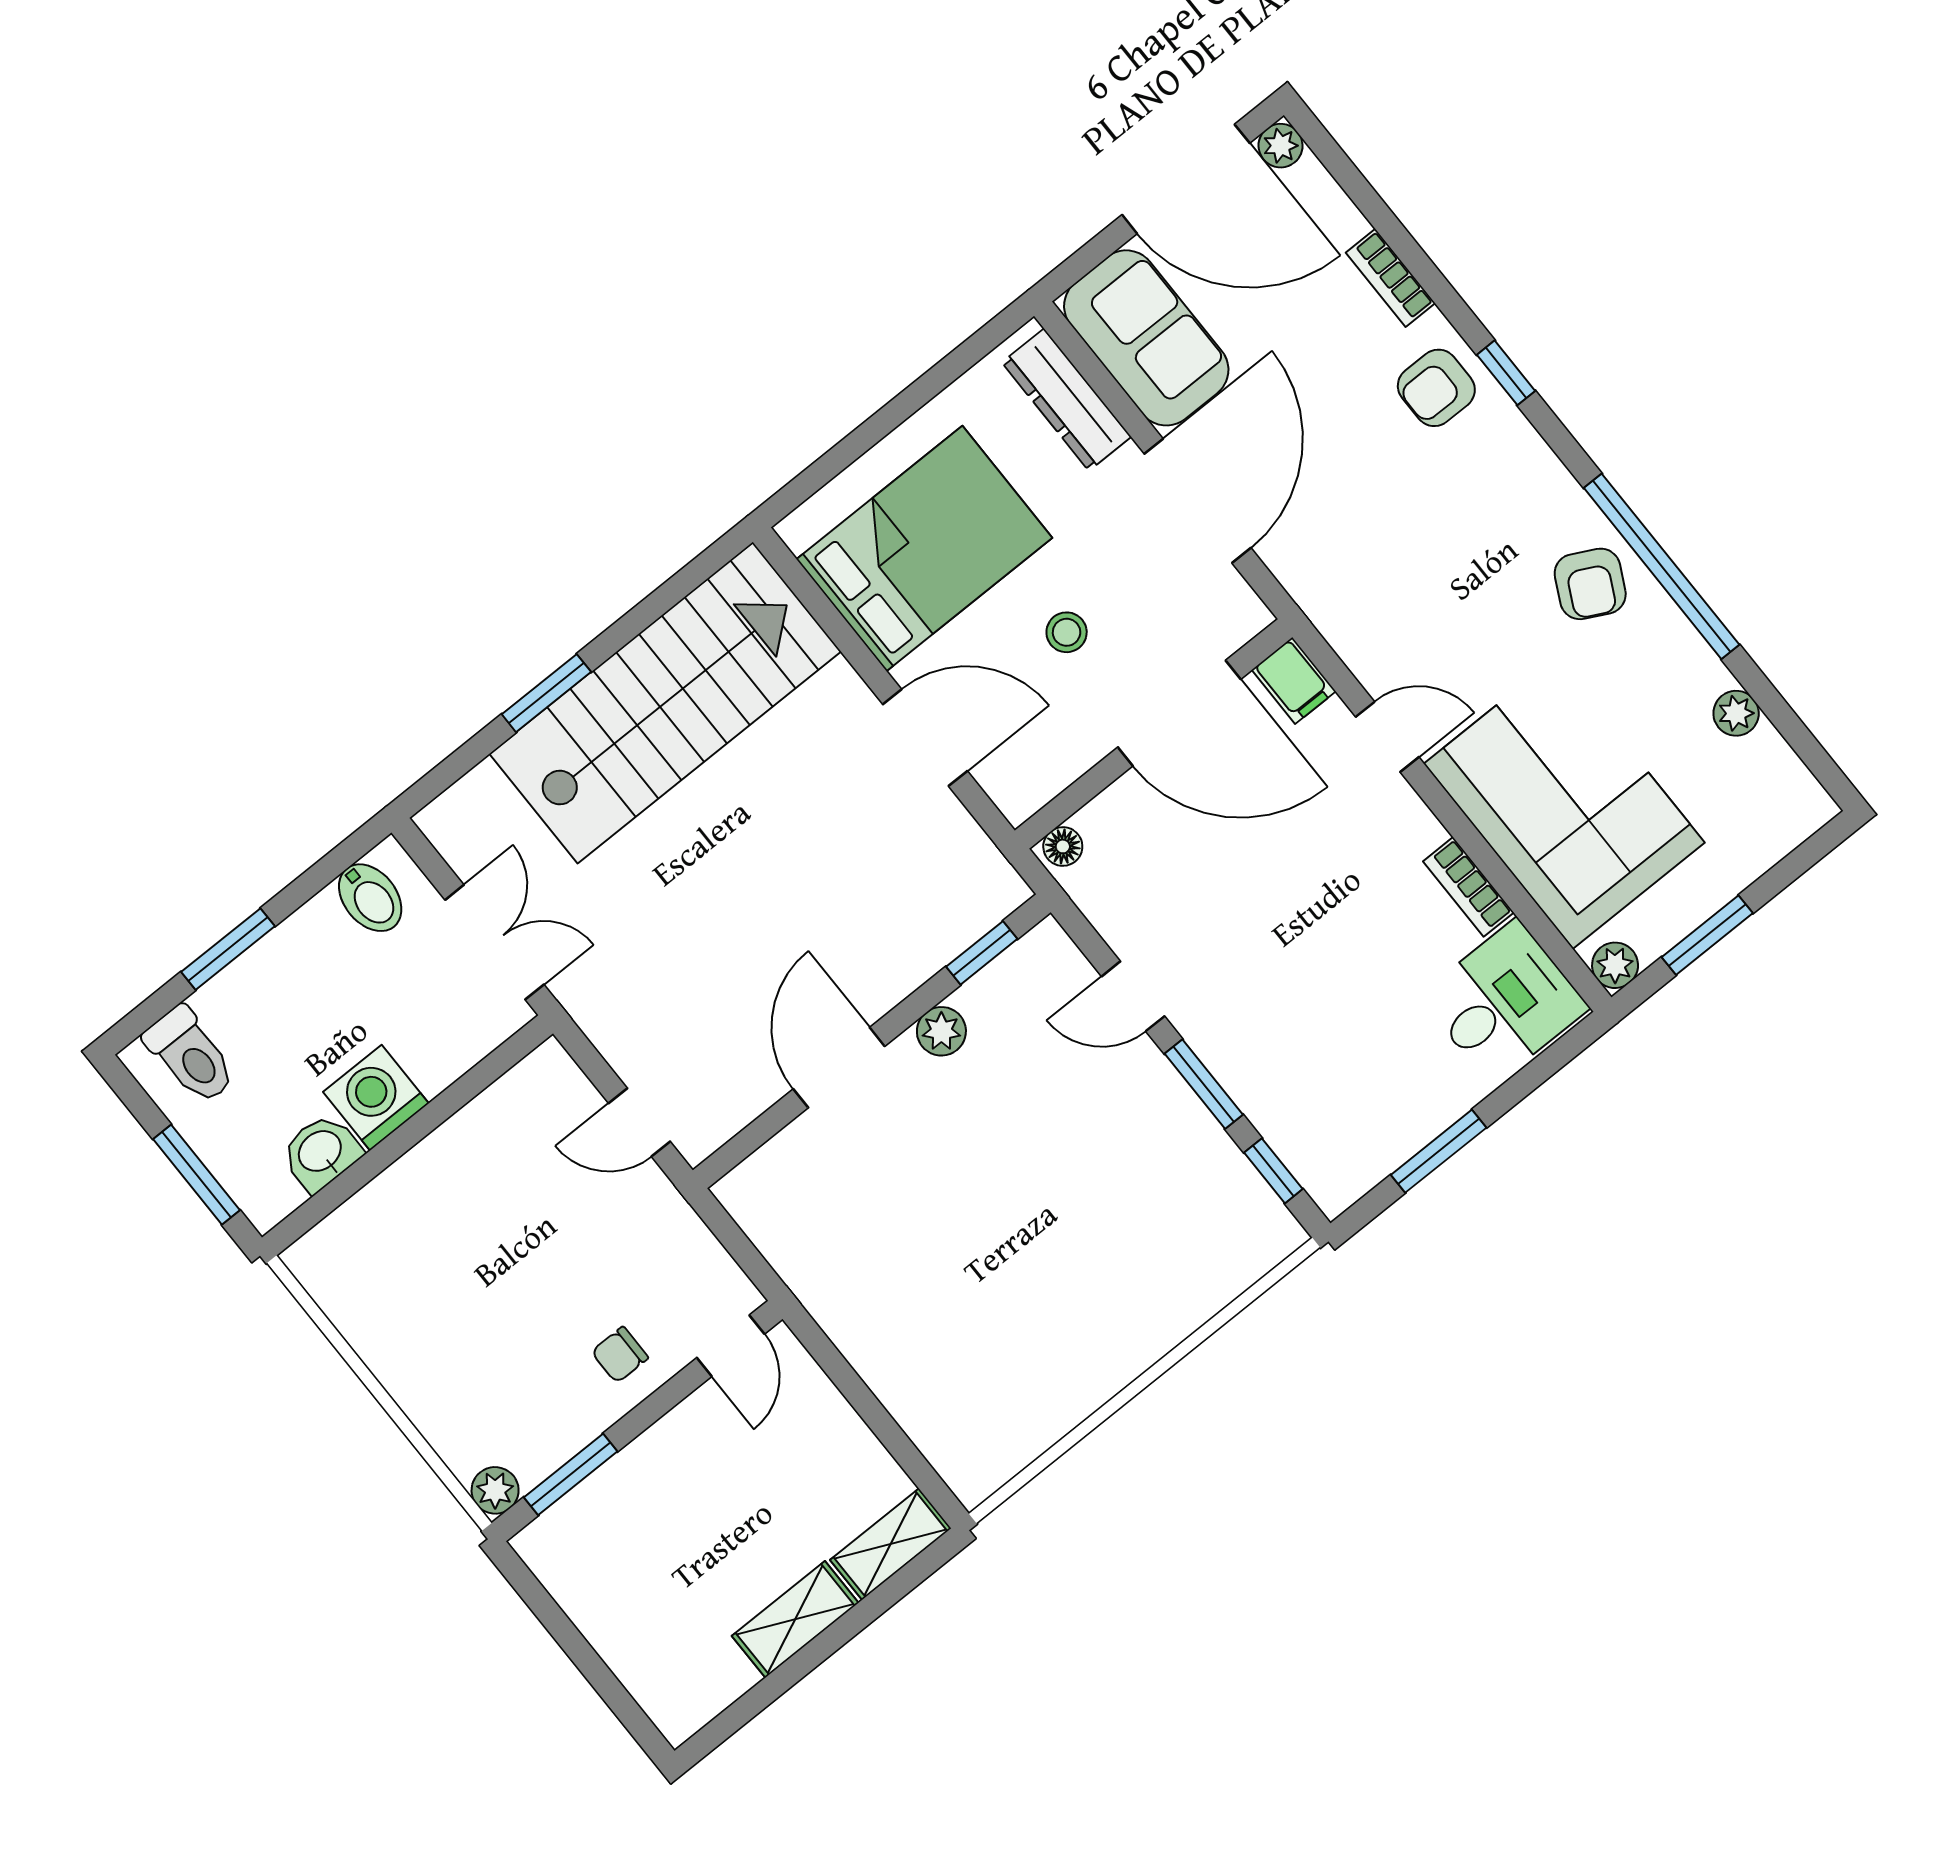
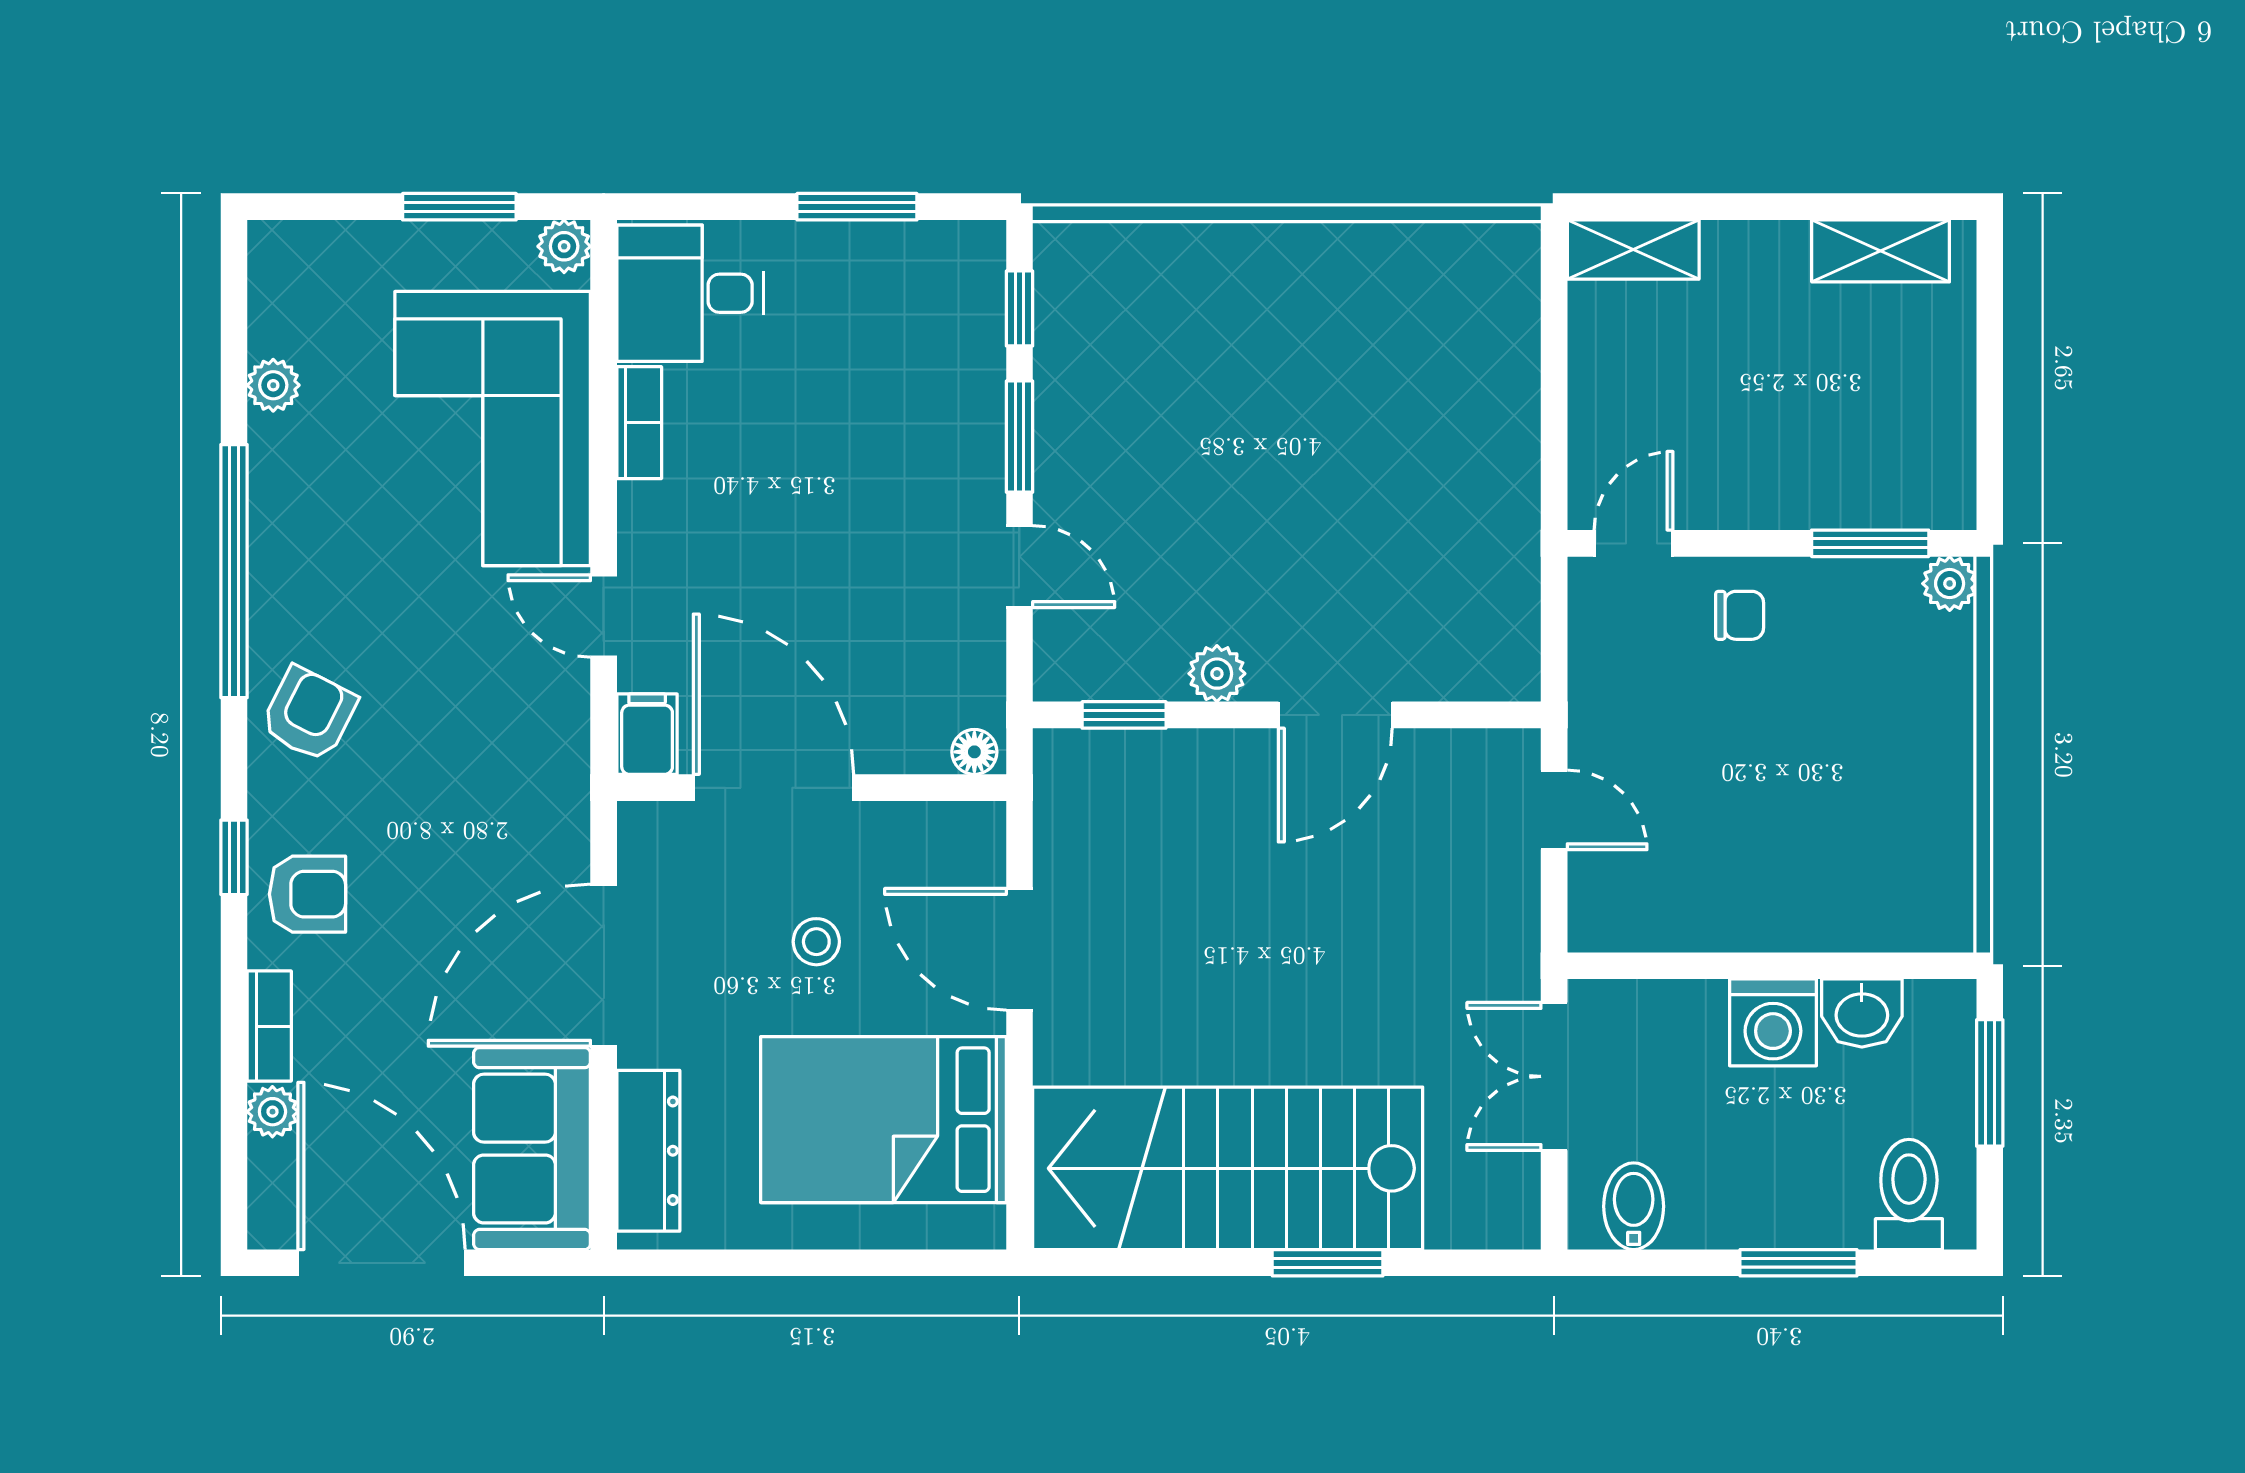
plant: (1281, 146) -> (272, 1112), moved
armchair: (1590, 584) -> (309, 714), moved
shelving: (795, 1619) -> (1881, 251), moved

